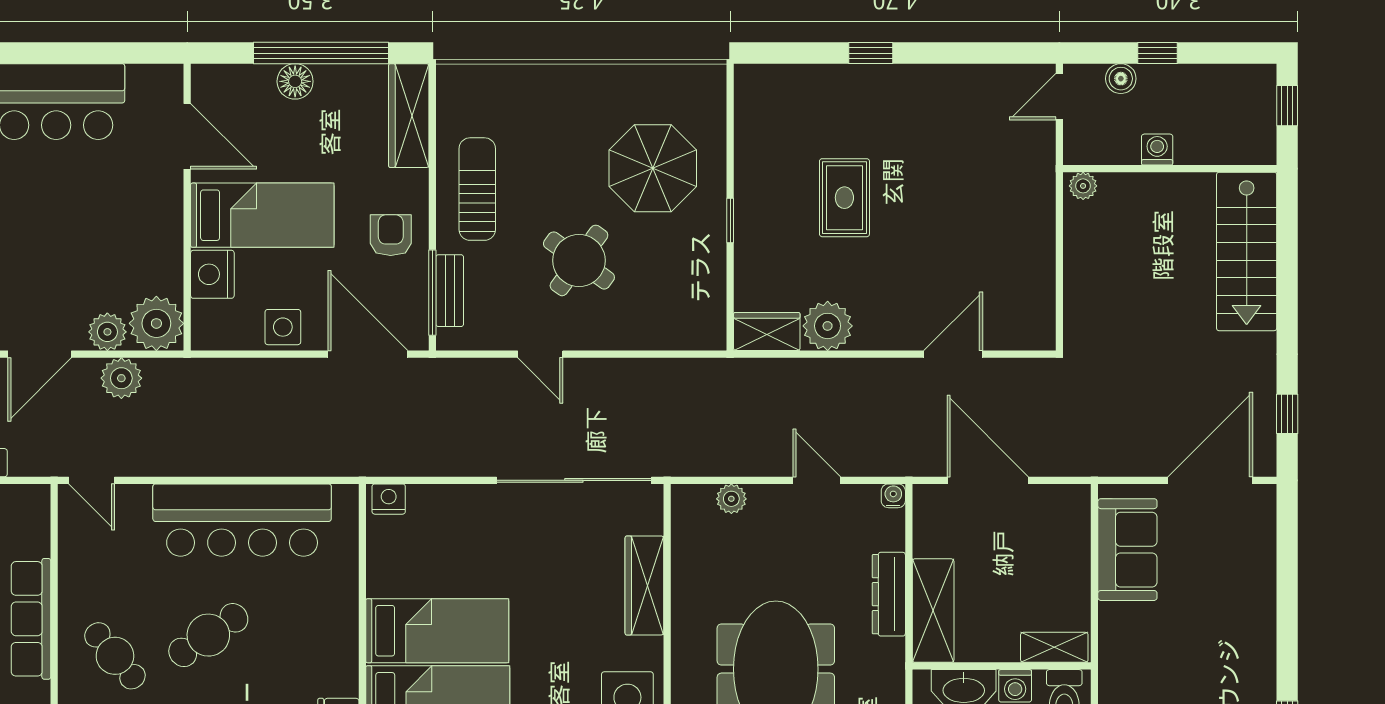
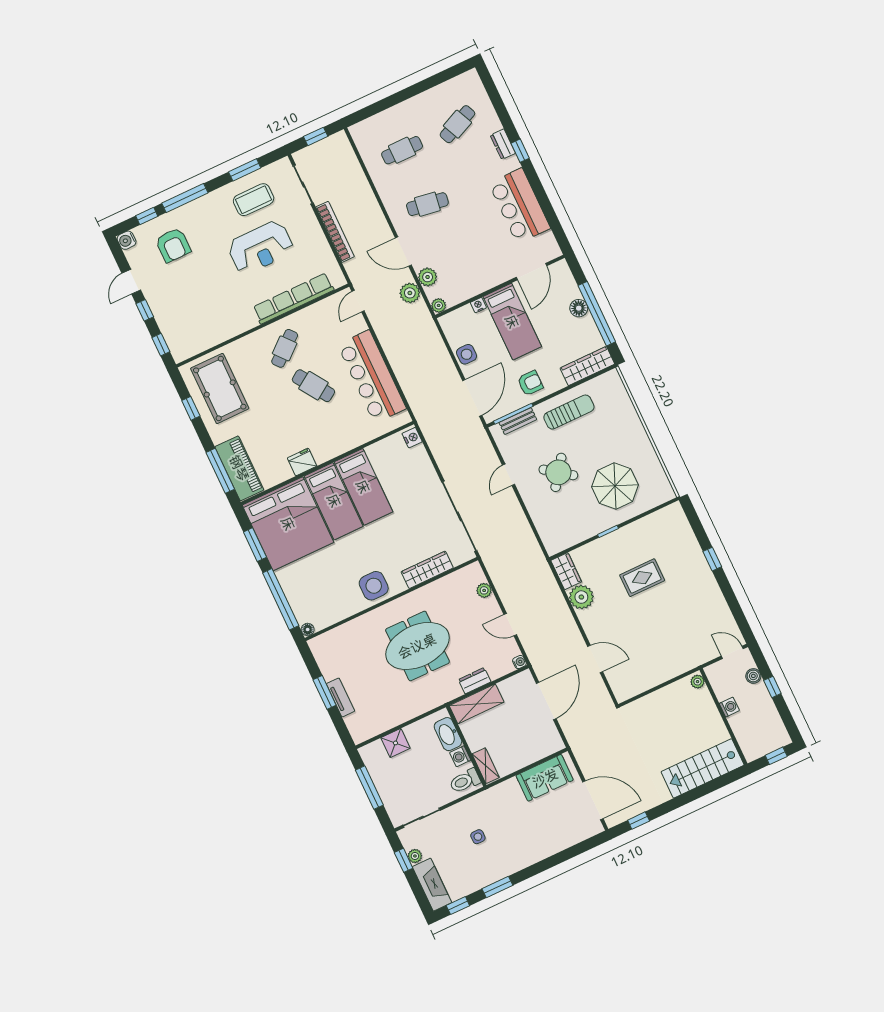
nightstand: (212, 274) -> (478, 305), width x0.53, depth x0.56
plant: (156, 323) -> (439, 305), width x0.53, depth x0.53
door: (817, 480) -> (510, 625), swing flipped
dresser: (889, 594) -> (475, 681), width x0.70
row of seats: (31, 619) -> (293, 299), width x1.36

